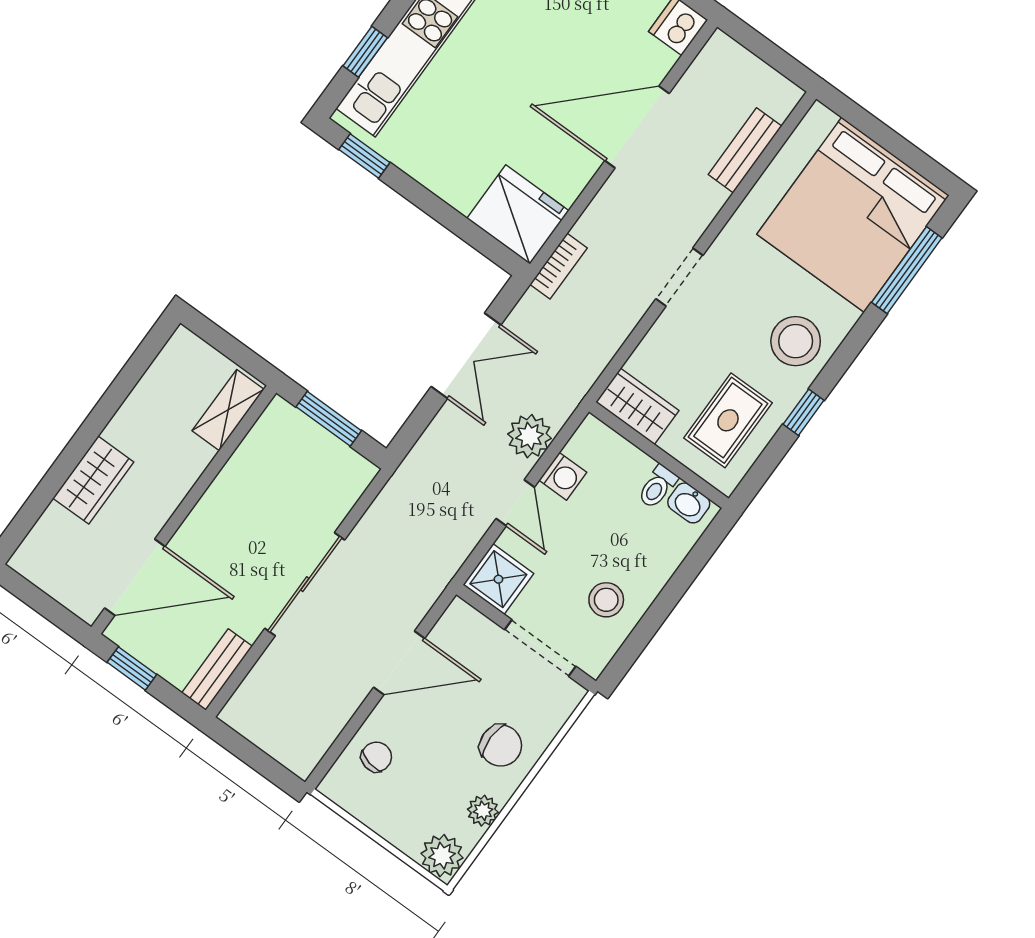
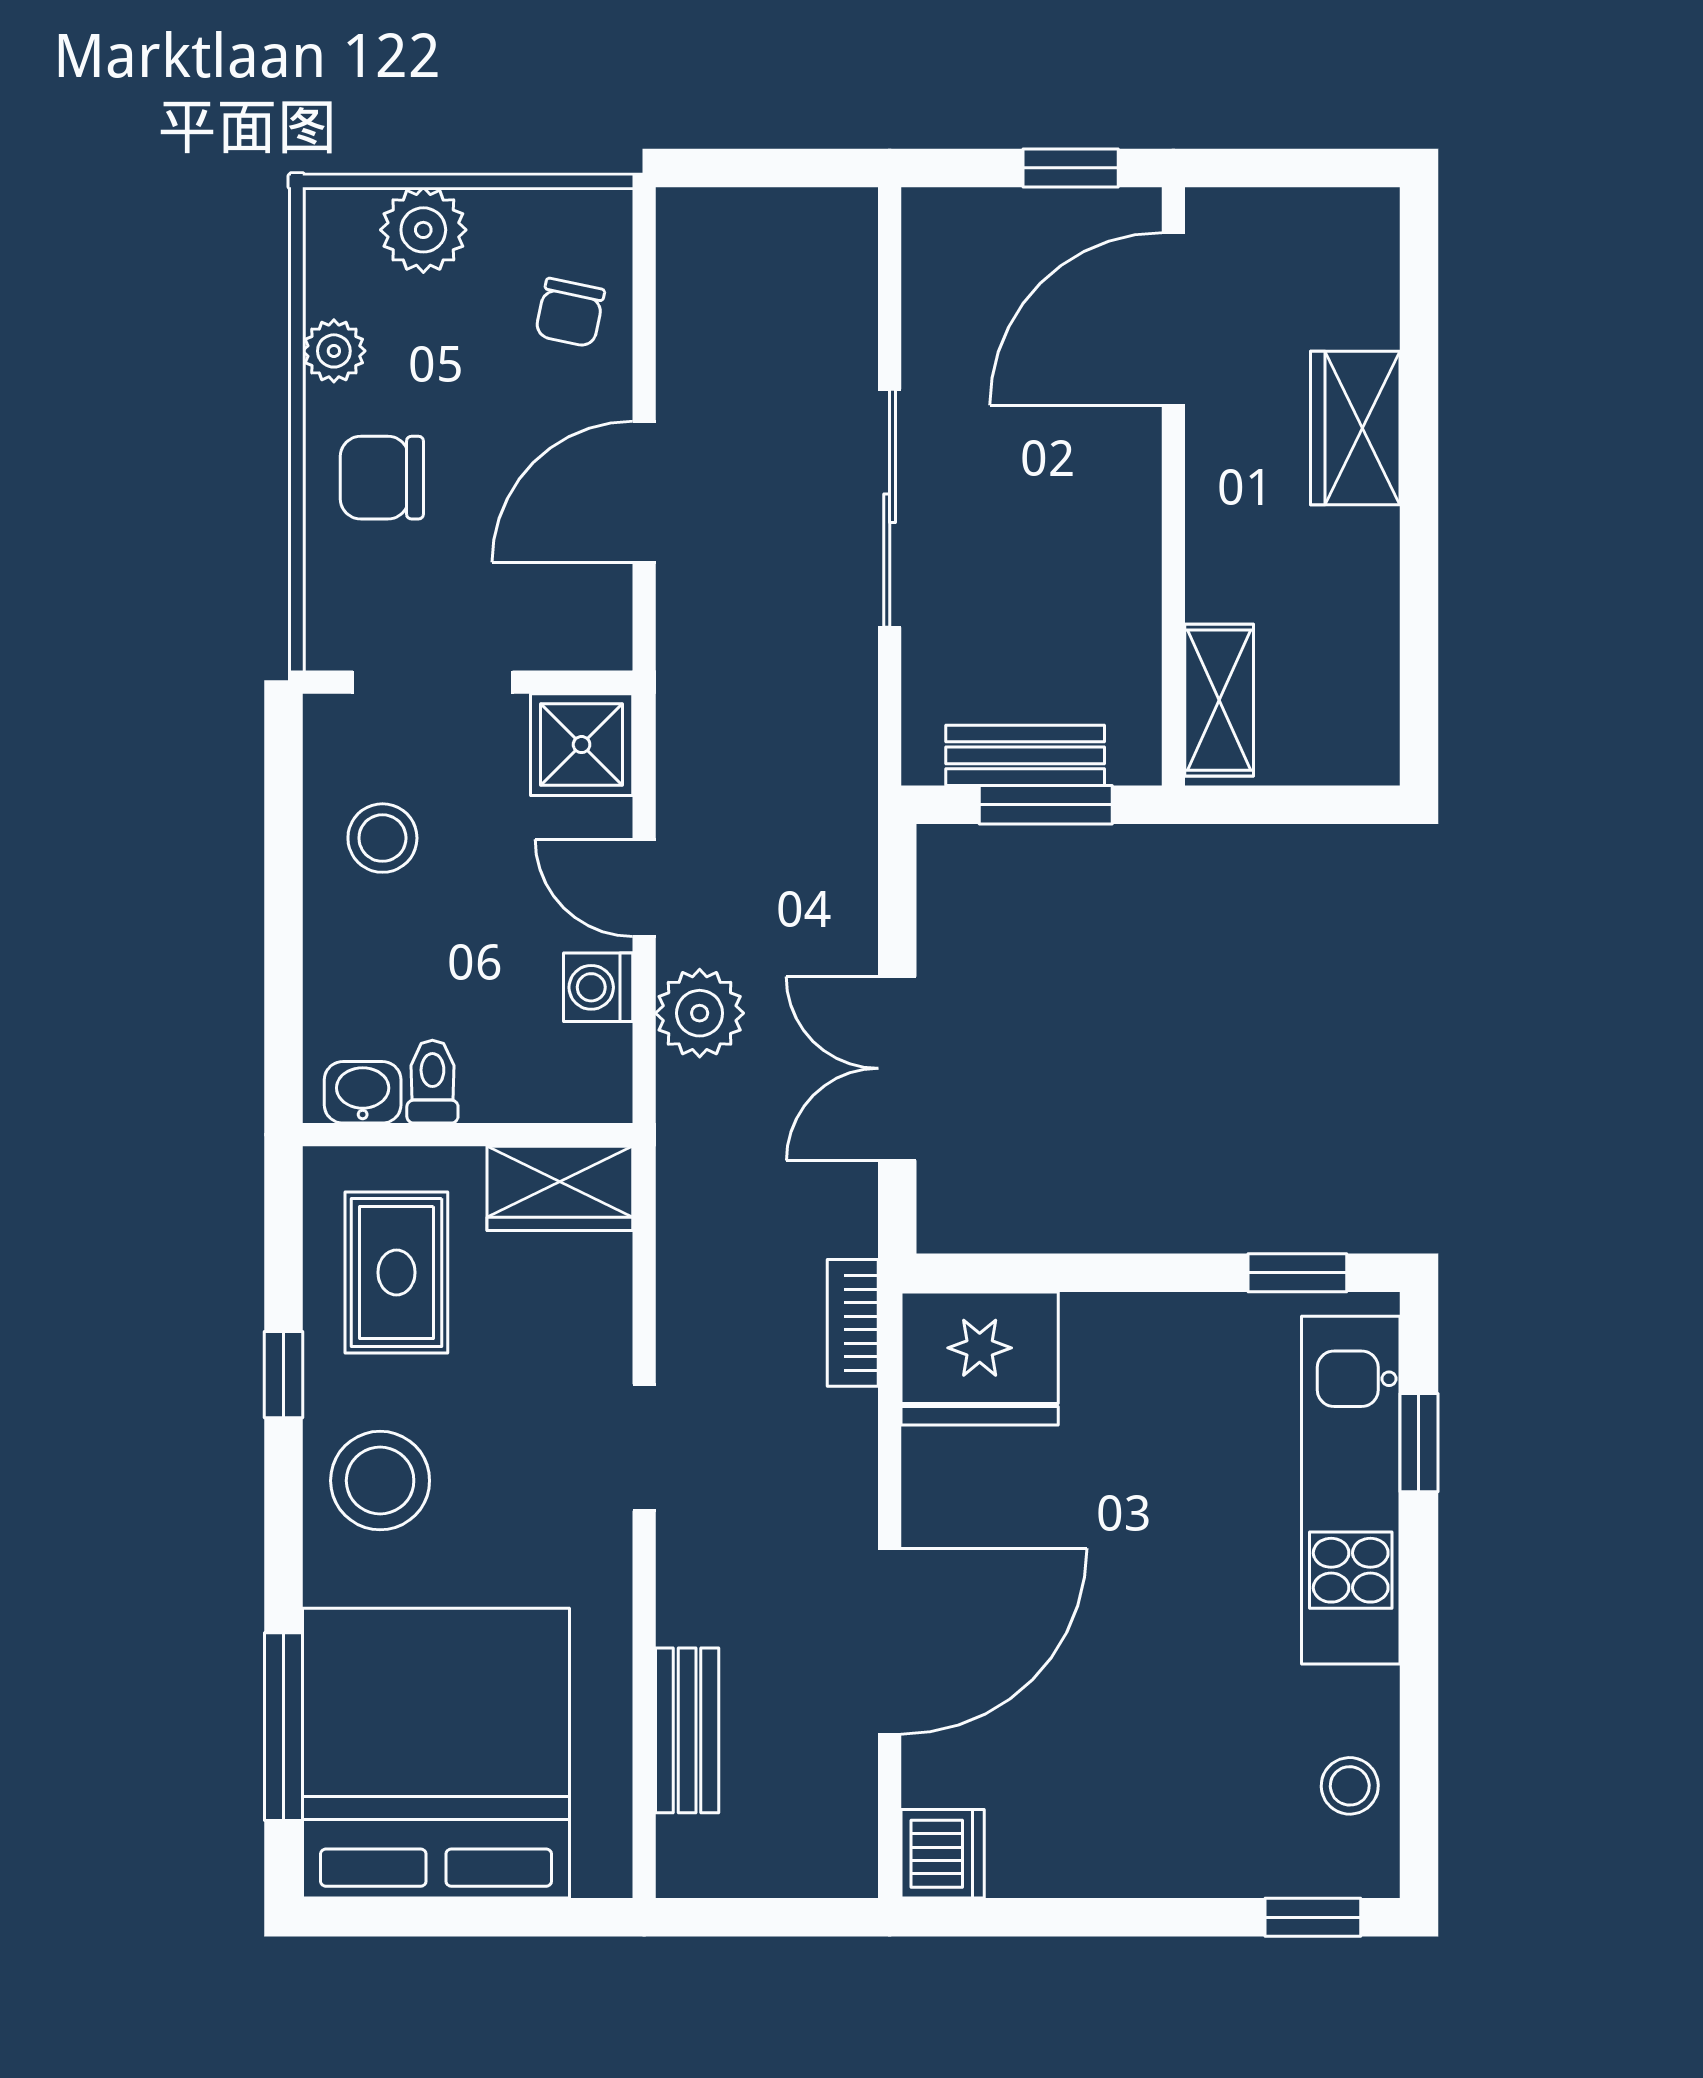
bench: (217, 670) -> (1025, 755), moved, turned 90
plant: (442, 856) -> (423, 230), moved

